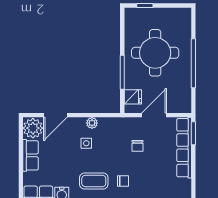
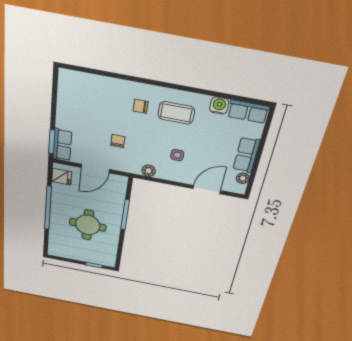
round table: (155, 53) -> (88, 225), width x0.73, depth x0.73
fridge: (133, 97) -> (62, 177), moved, turned 180
plant: (92, 123) -> (149, 171), moved
plant: (33, 128) -> (243, 178), width x0.53, depth x0.53
row of seats: (184, 148) -> (62, 145), width x0.50

